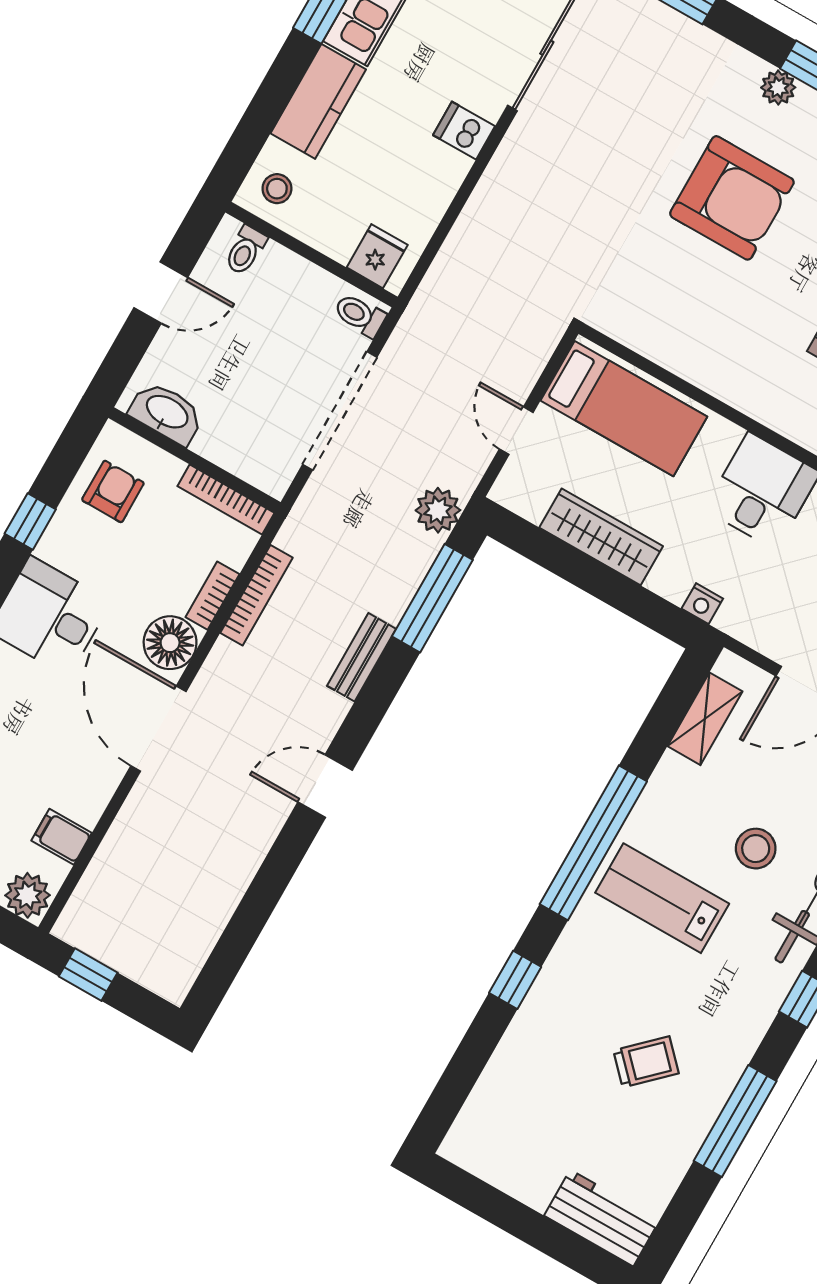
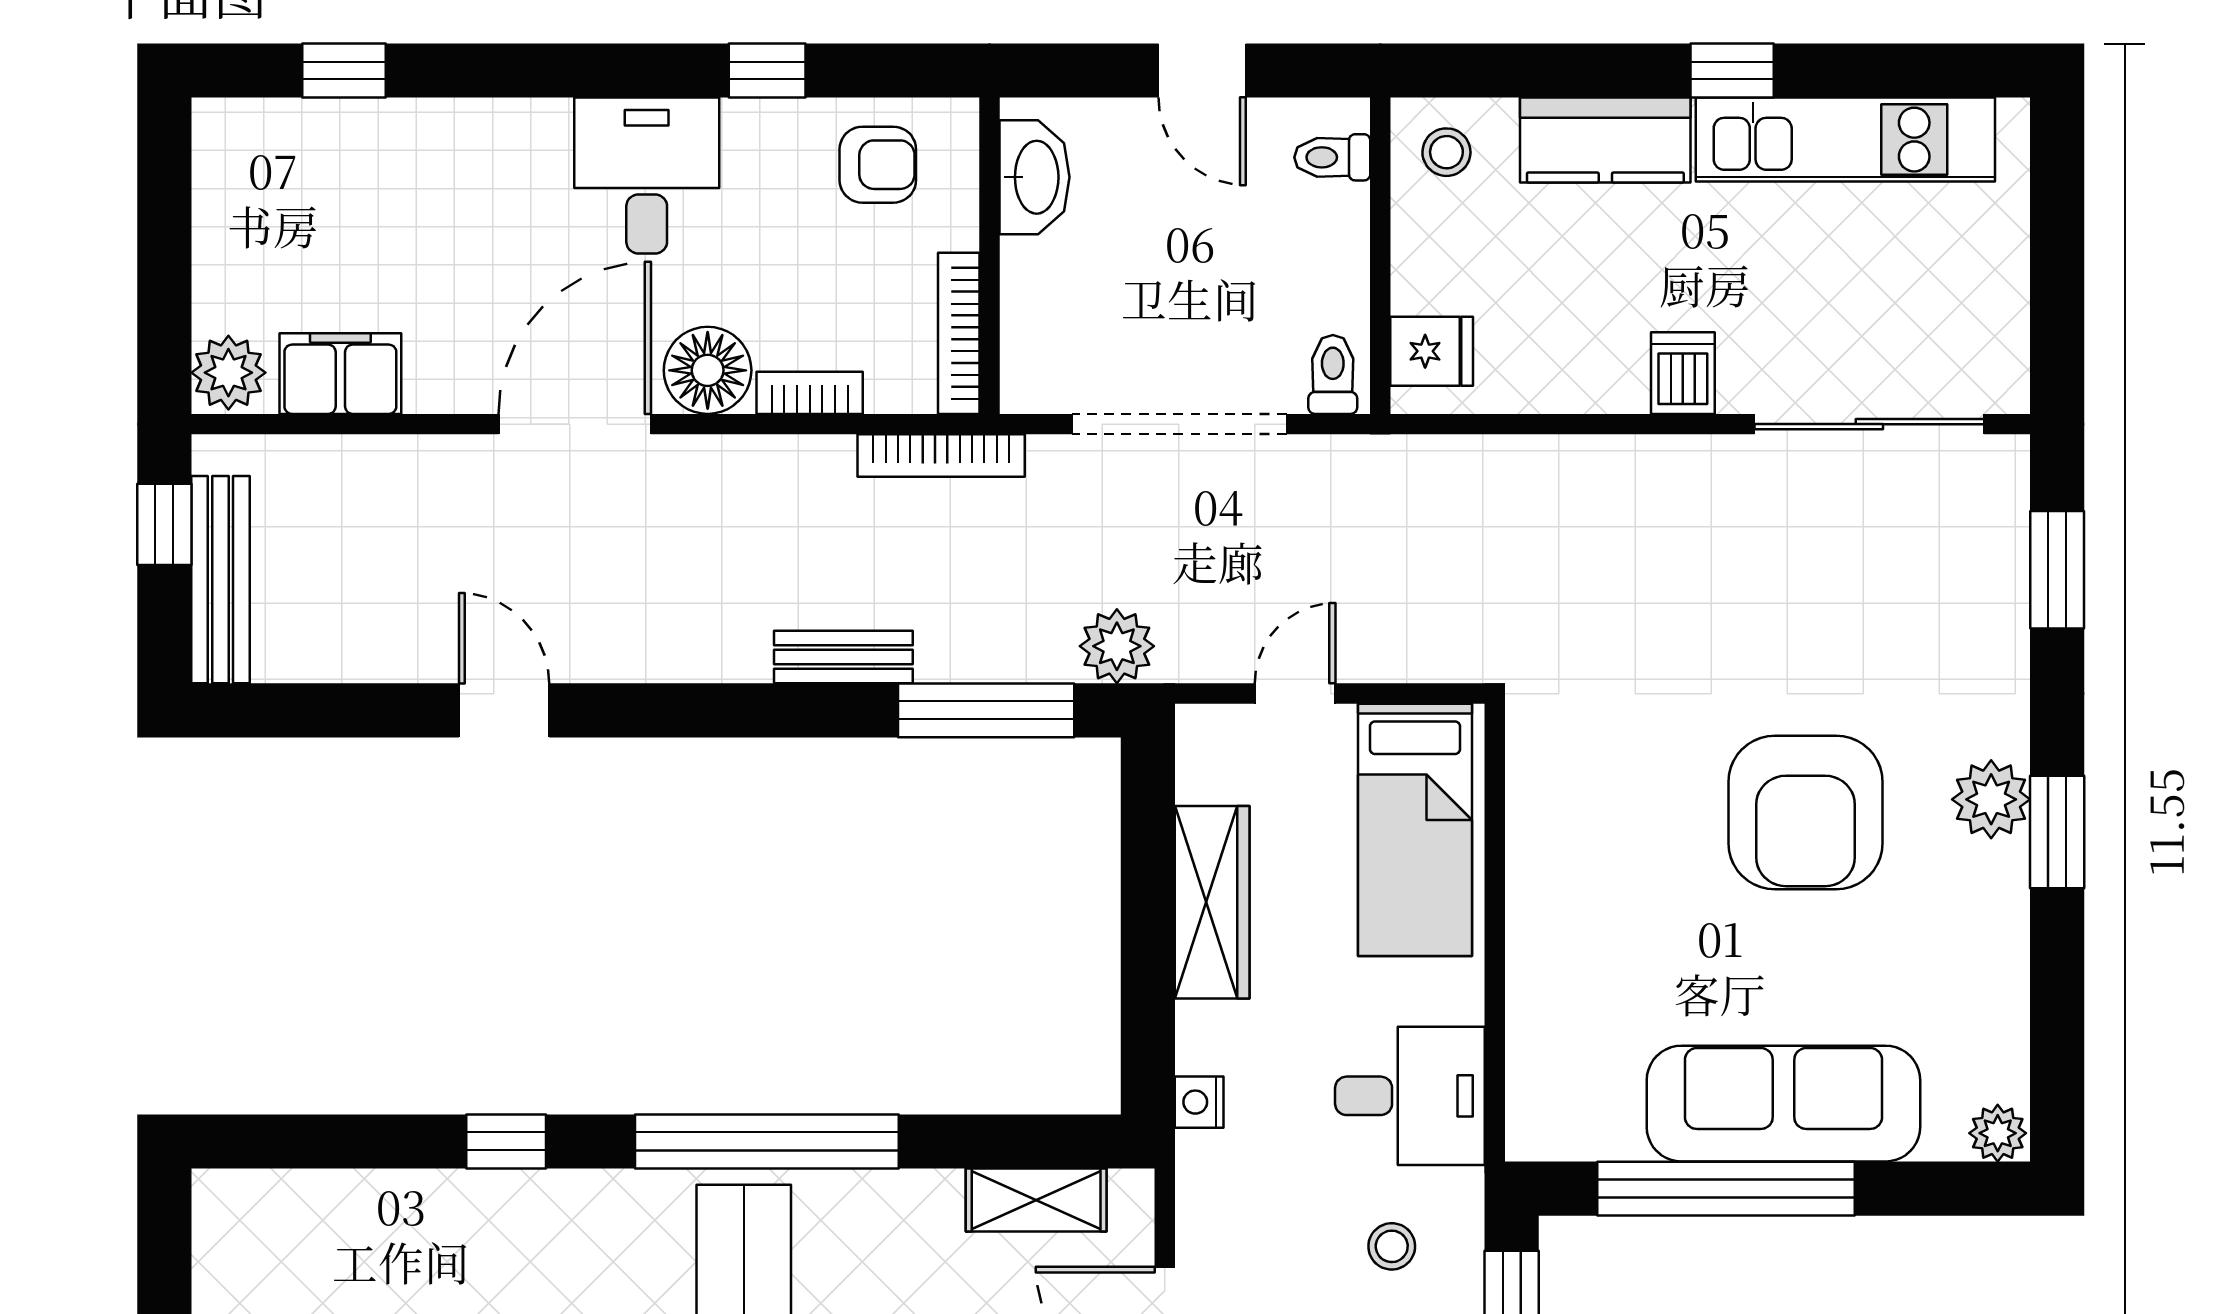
plant: (778, 88) -> (1991, 799), width x1.38, depth x1.38
bookcase: (257, 595) -> (941, 456), moved
door: (325, 786) -> (504, 710), moved
filing cabinet: (62, 837) -> (340, 374), width x2.00
bench: (134, 962) -> (220, 580), added

